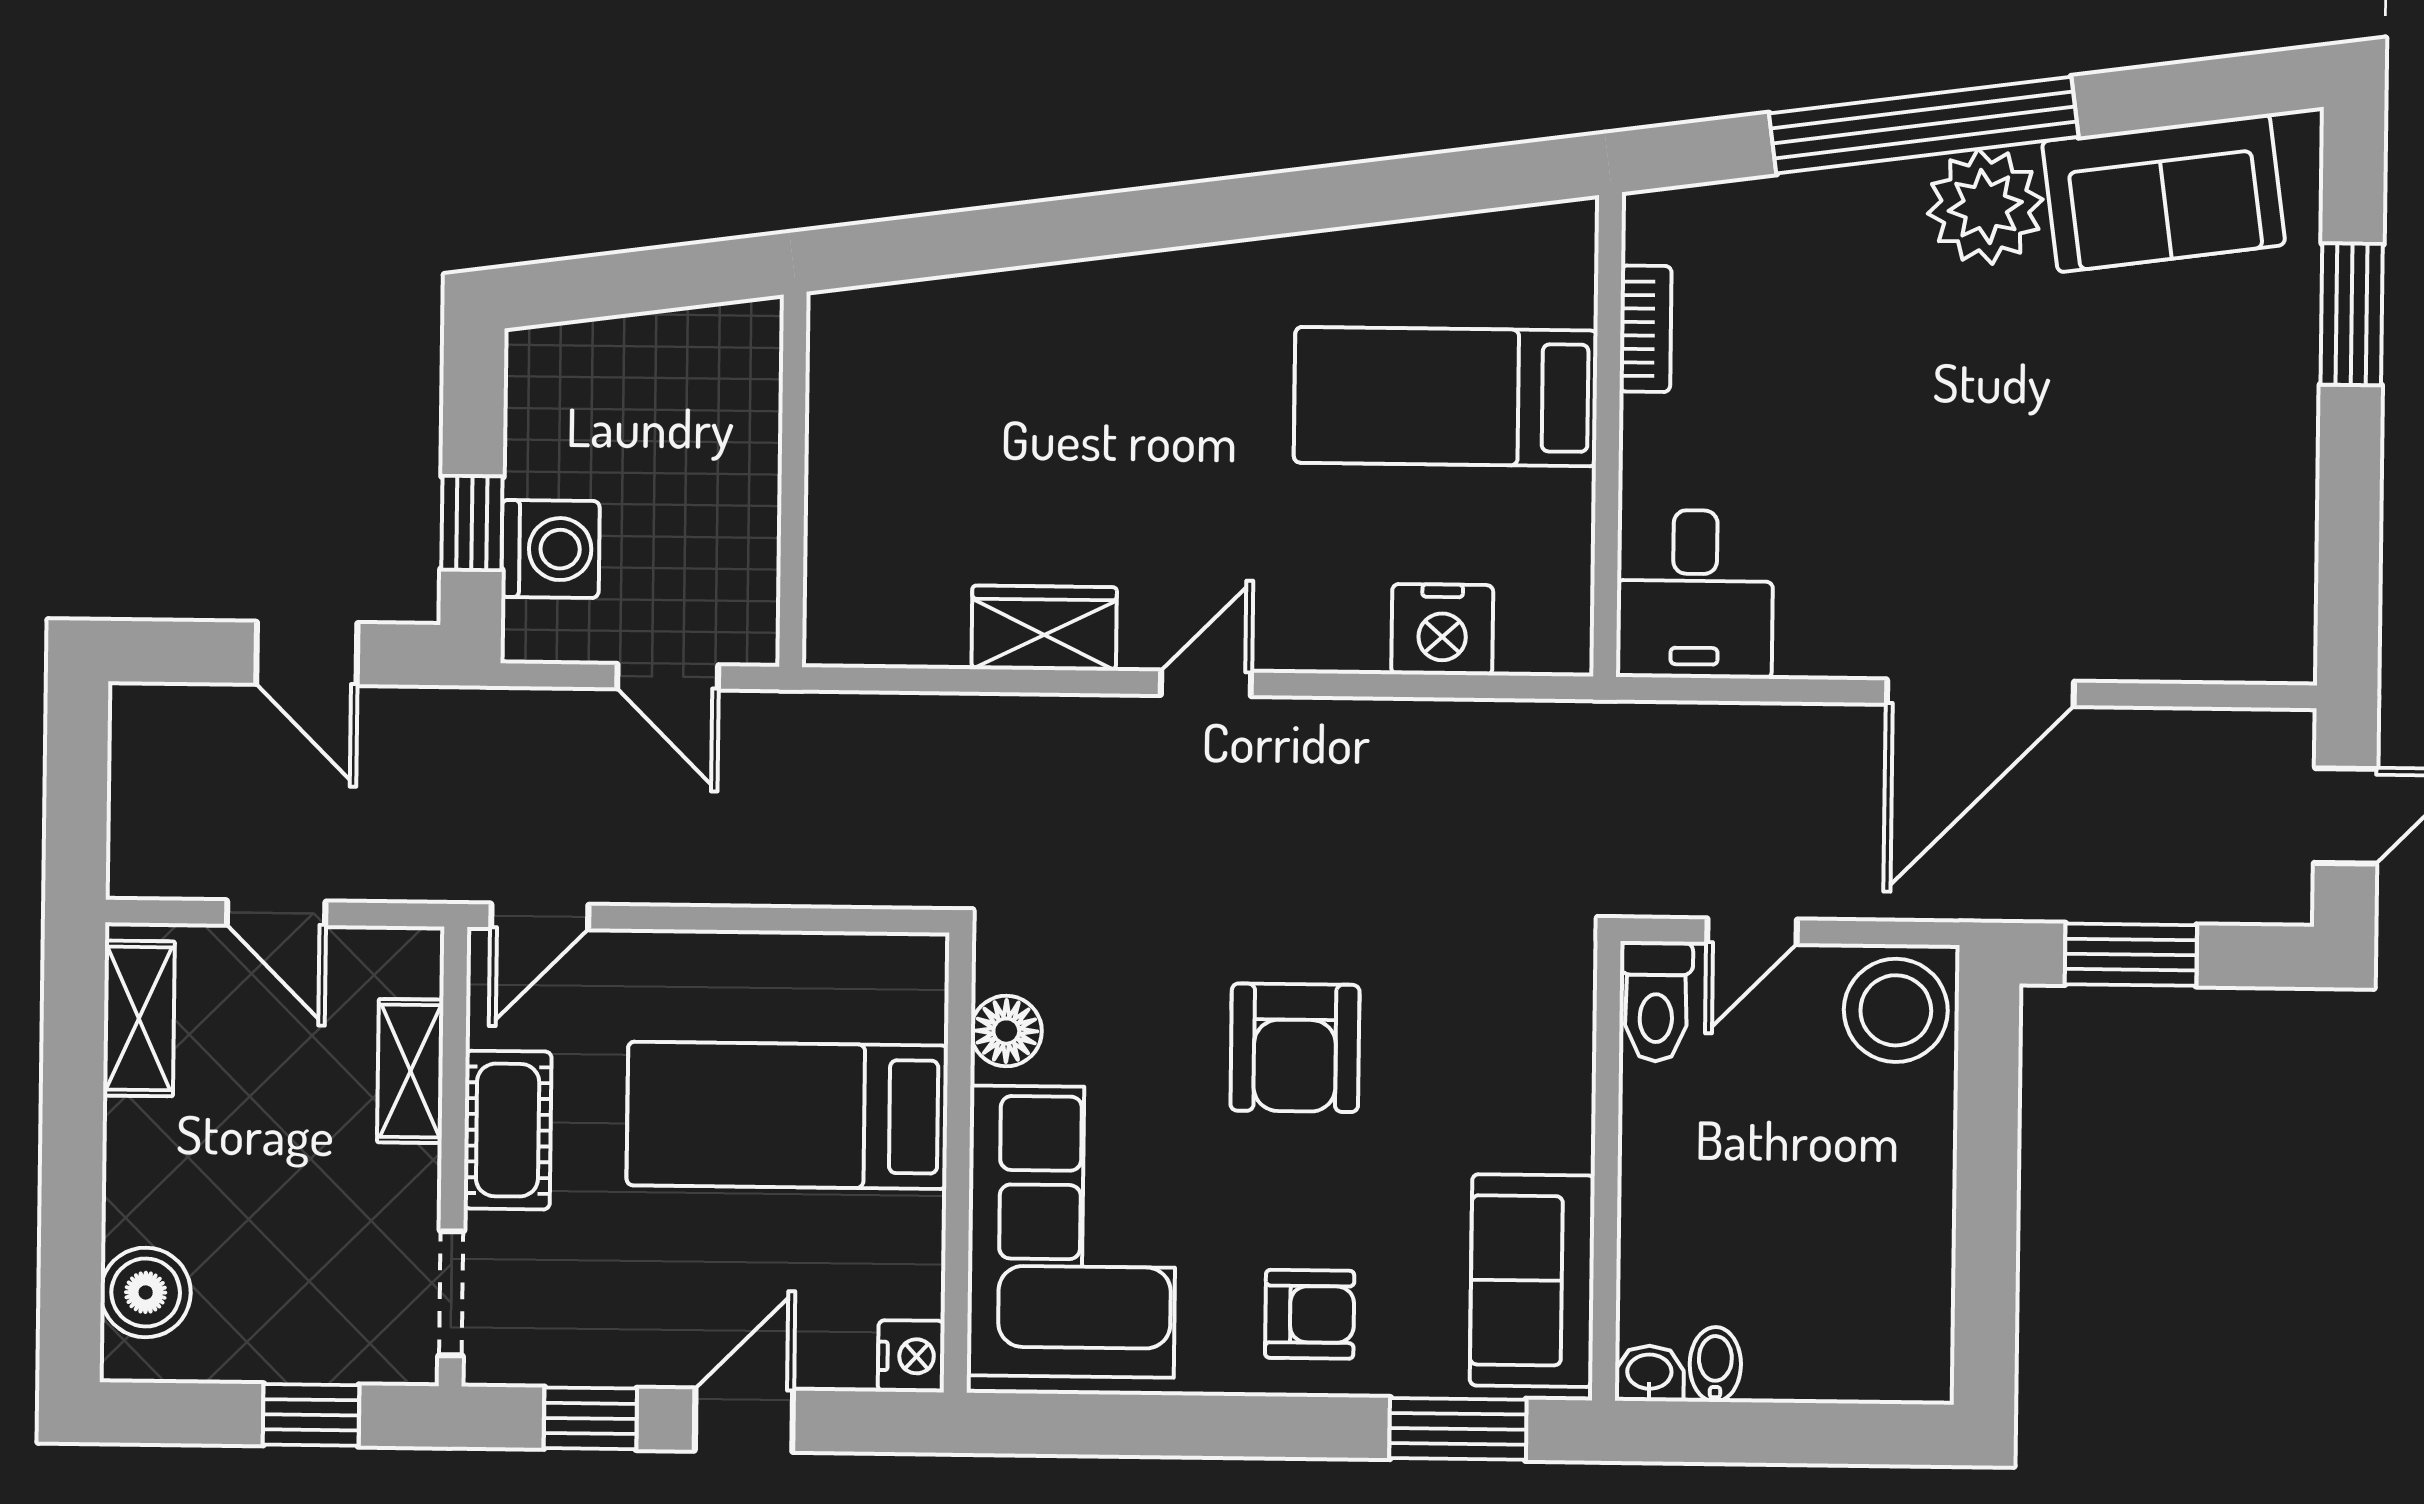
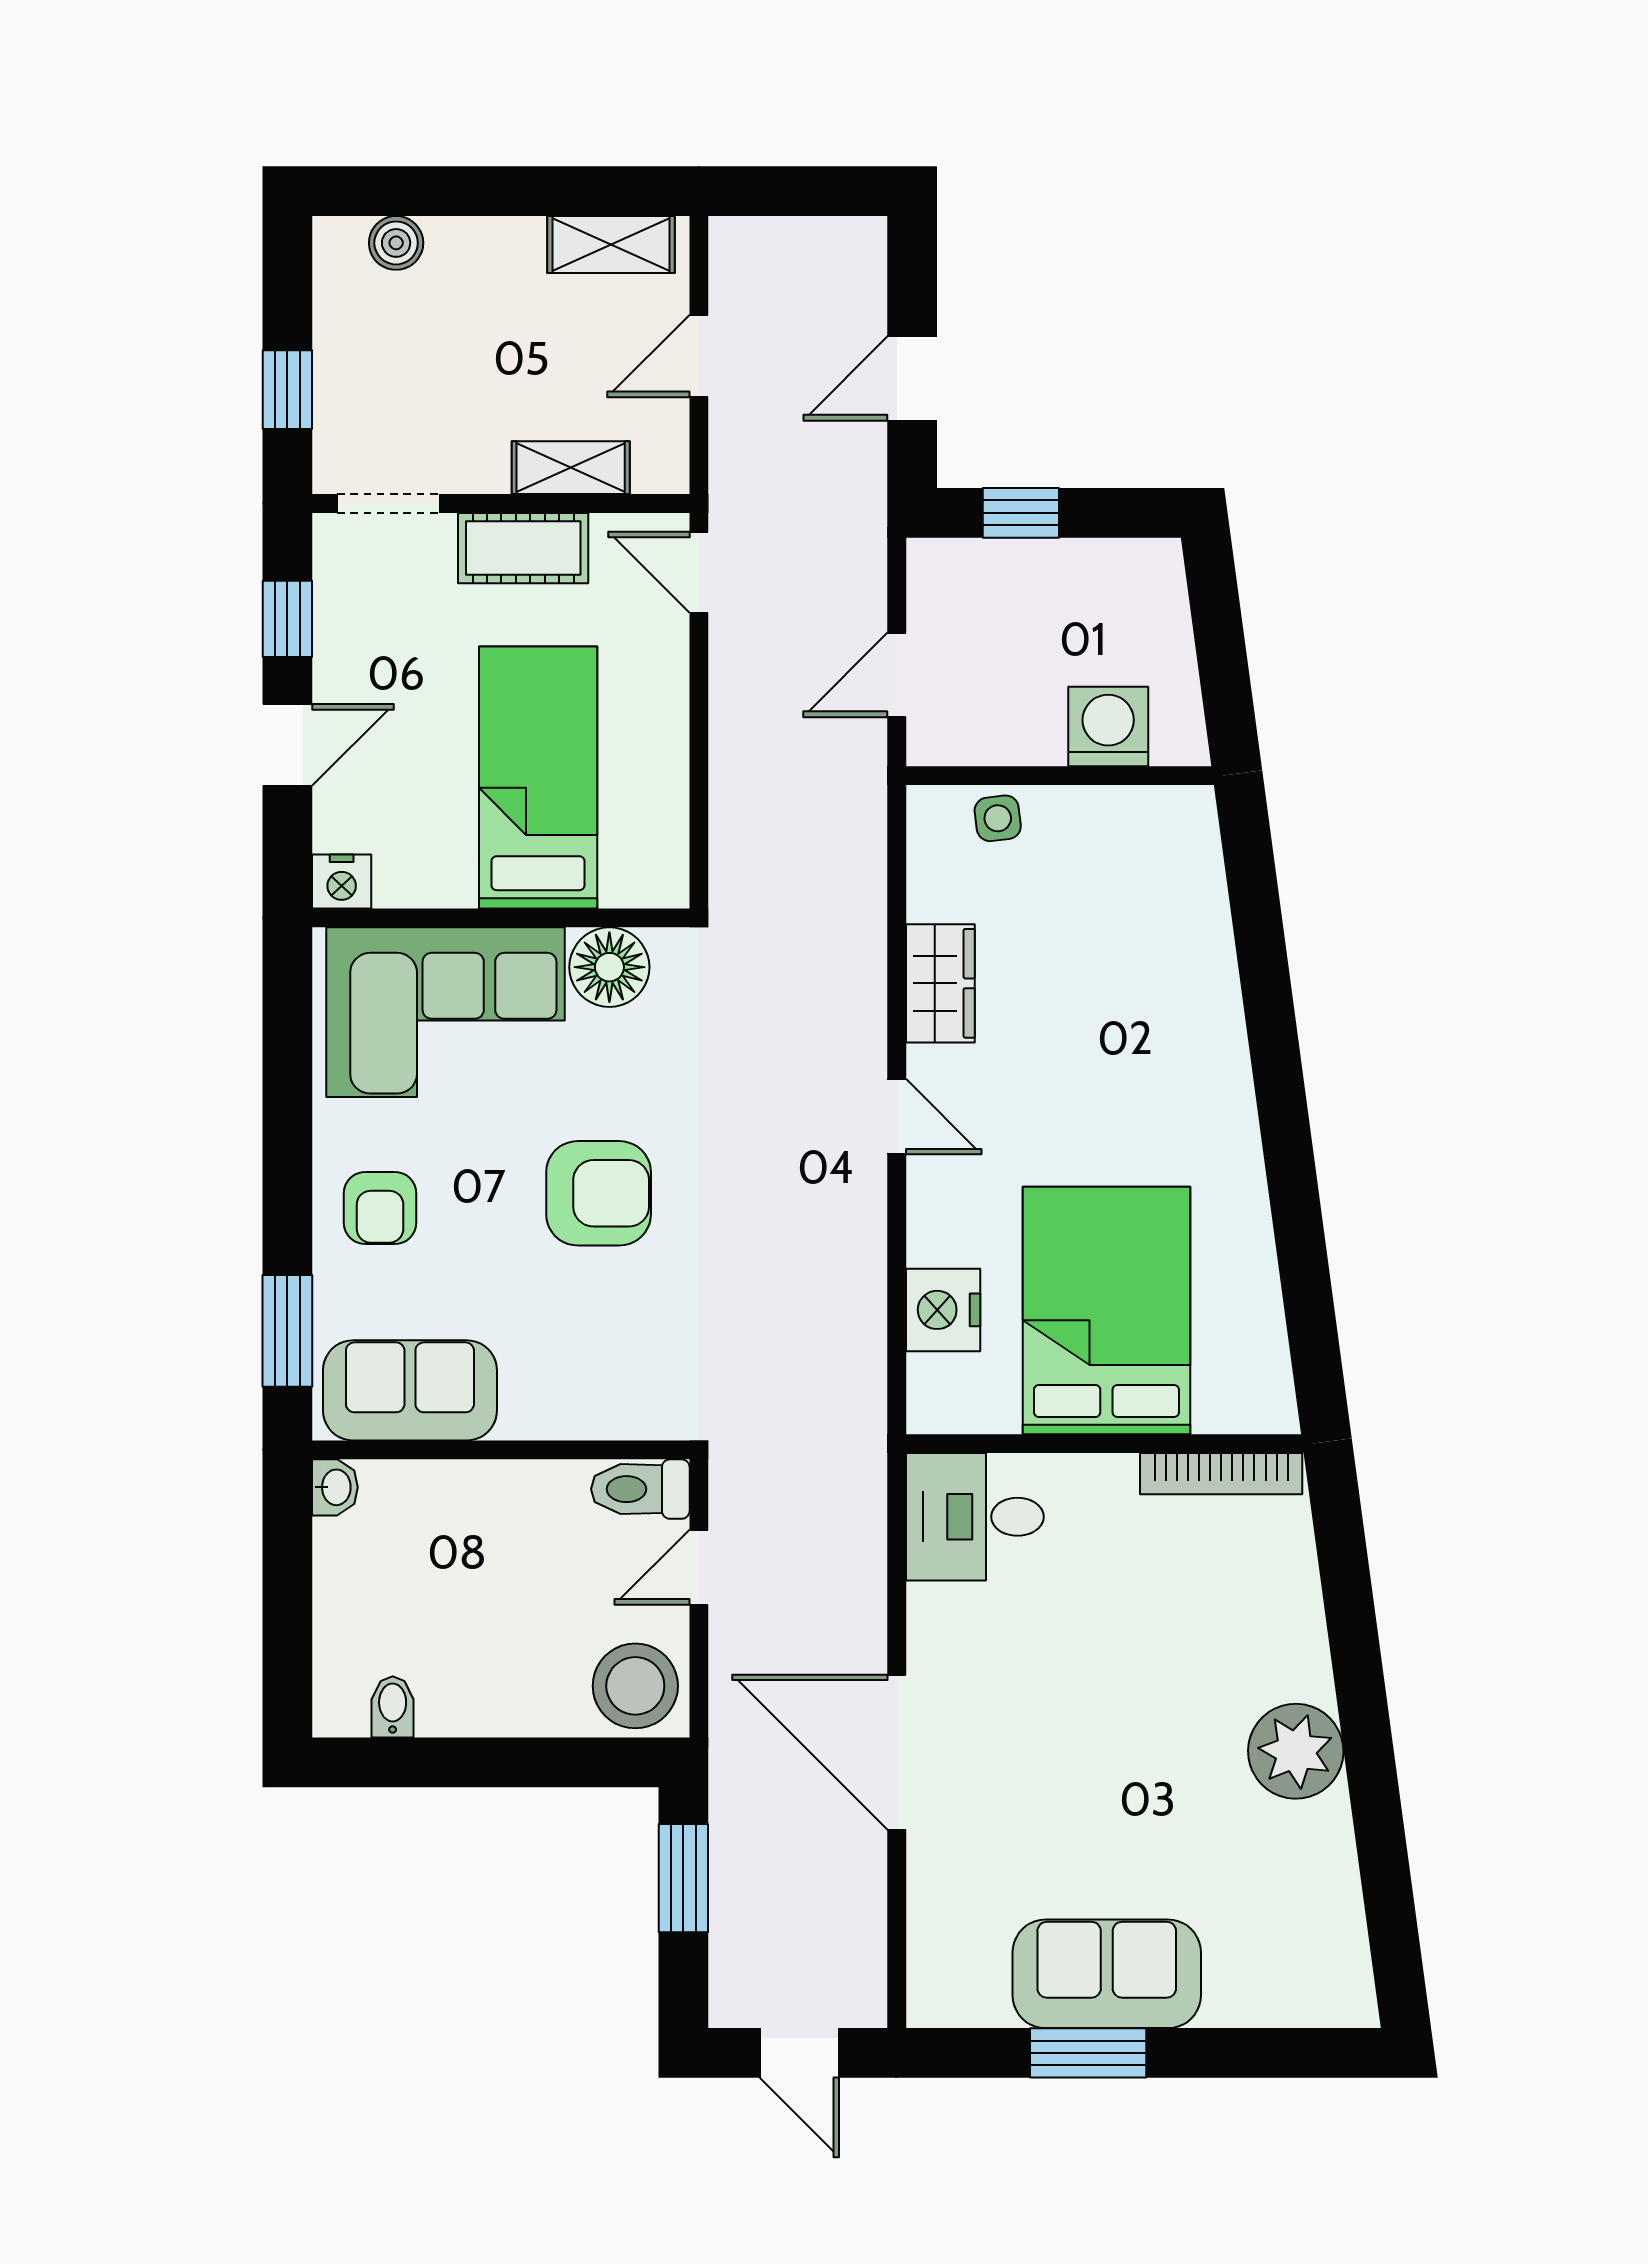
window: (1924, 125) -> (1362, 1700), removed
sofa: (2164, 193) -> (1107, 1974), moved, turned 98
window: (2352, 314) -> (1088, 2053), moved
bookcase: (1645, 329) -> (1221, 1474), width x1.56
bed: (1446, 397) -> (1106, 1310), width x1.50
washing machine: (550, 549) -> (1108, 726), moved, turned 180
side table: (844, 556) -> (998, 818), added
door: (1752, 931) -> (699, 1567), hinge flipped
floor lamp: (1006, 1031) -> (609, 967), width x1.38, depth x1.38
armchair: (1295, 1048) -> (599, 1193), turned 180
boiler: (146, 1292) -> (396, 243), width x0.73, depth x0.73
bidet: (1715, 1364) -> (393, 1707), moved, turned -90
door: (744, 1420) -> (287, 745), hinge flipped

